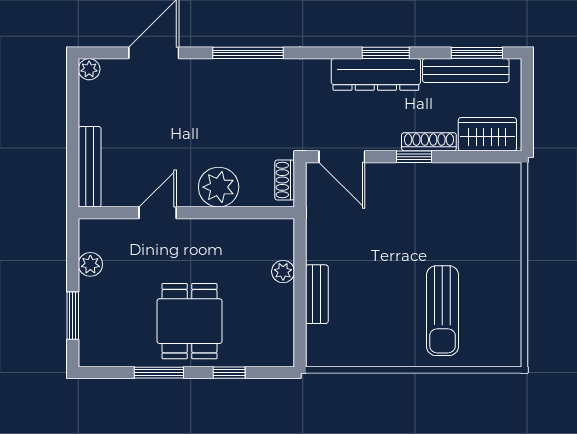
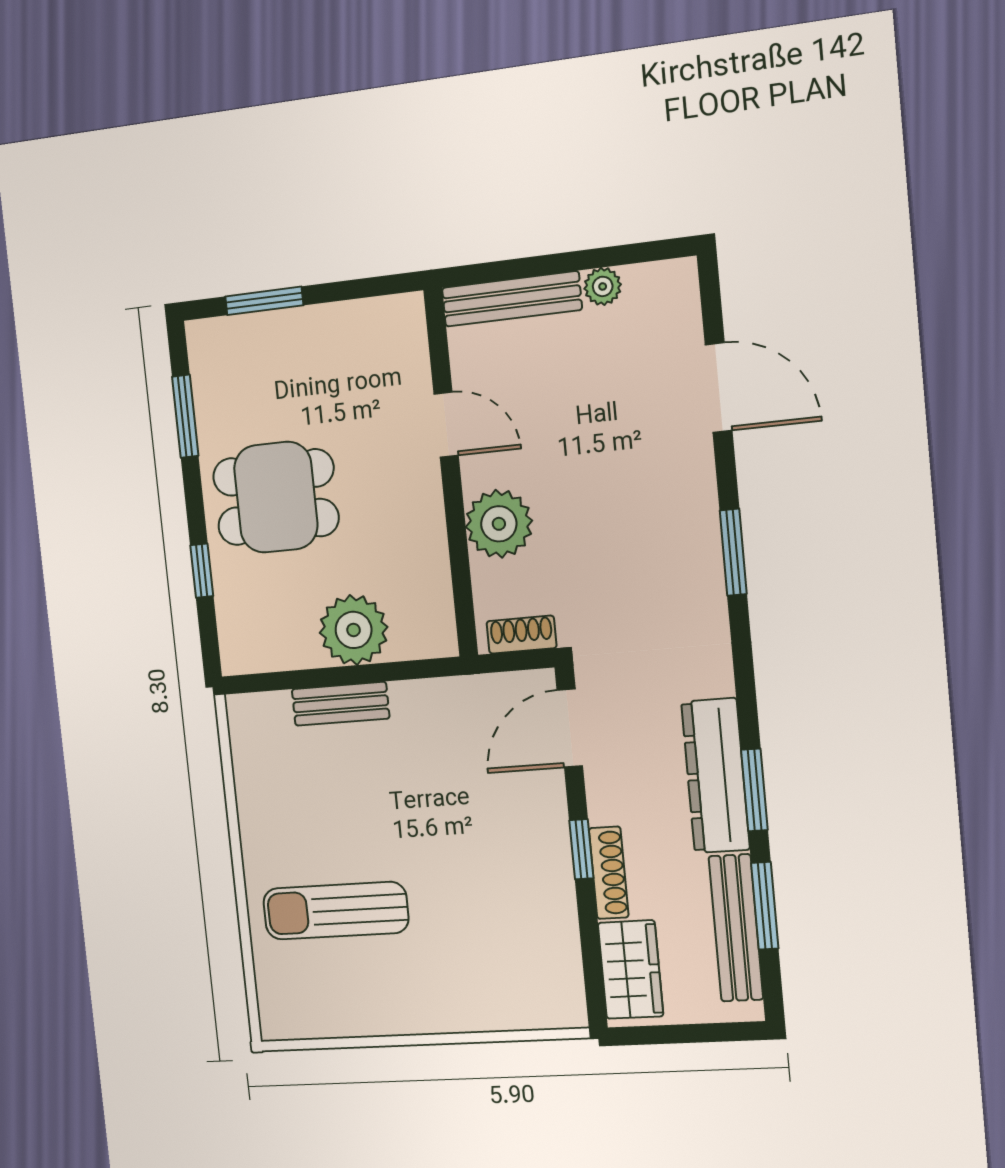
window: (248, 53) -> (733, 552), width x0.69
window: (477, 53) -> (765, 906), moved
plant: (89, 69) -> (603, 286), moved
plant: (90, 264) -> (350, 320), removed
plant: (283, 272) -> (354, 630), width x1.88, depth x1.88
window: (159, 373) -> (185, 416), moved

